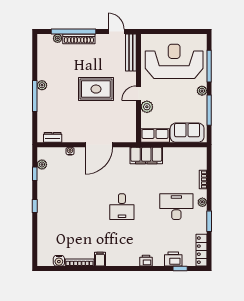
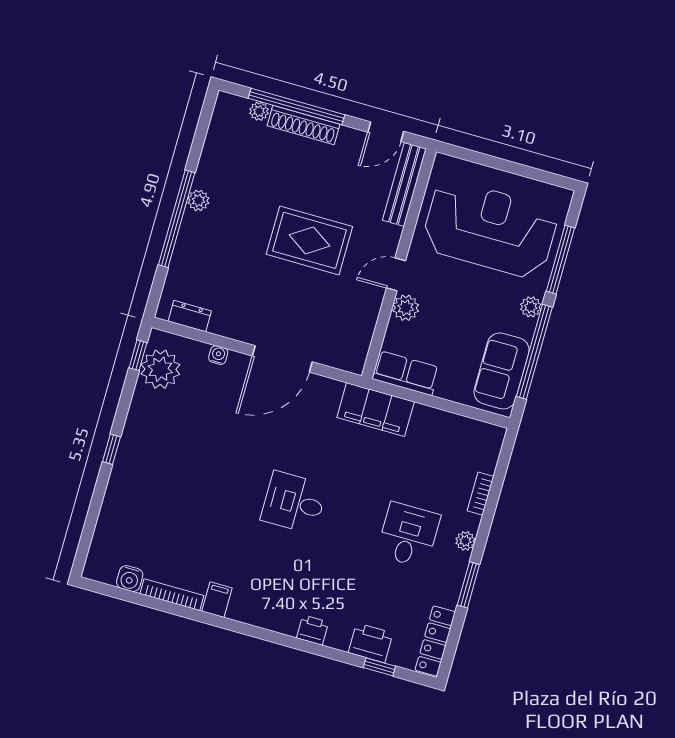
door: (116, 32) -> (386, 132), swing flipped
window: (35, 96) -> (177, 219), width x1.46
window: (209, 110) -> (534, 352), width x1.46
sofa: (187, 133) -> (502, 371), moved, turned -90
plant: (42, 165) -> (160, 369), width x1.88, depth x1.88
window: (35, 174) -> (138, 355), moved
desk: (122, 207) -> (294, 503), turned 90
desk: (176, 207) -> (408, 535), width x0.73

